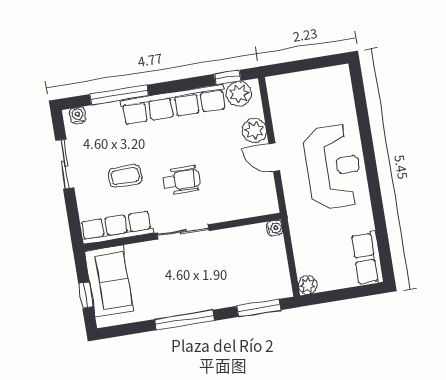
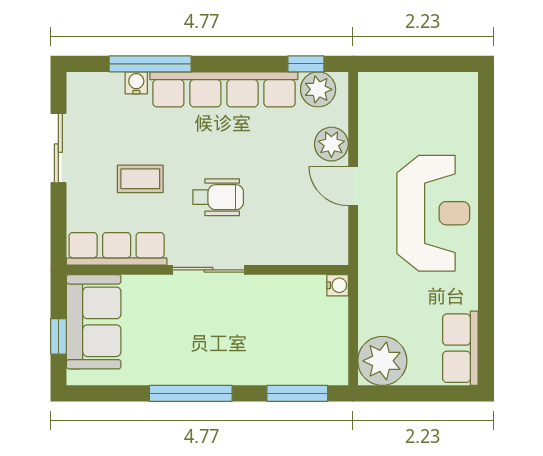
water cooler: (78, 115) -> (136, 83), moved
plant: (308, 285) -> (382, 361), width x1.87, depth x1.87

